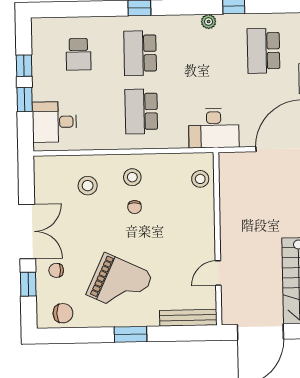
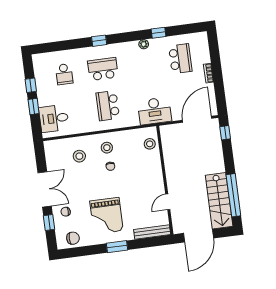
school desk: (263, 51) -> (180, 59), turned 180
school desk: (140, 53) -> (103, 69), turned 90
grand piano: (120, 284) -> (106, 216), turned 65

